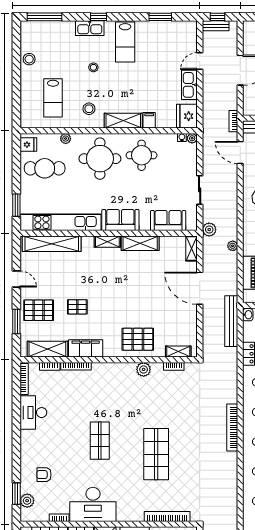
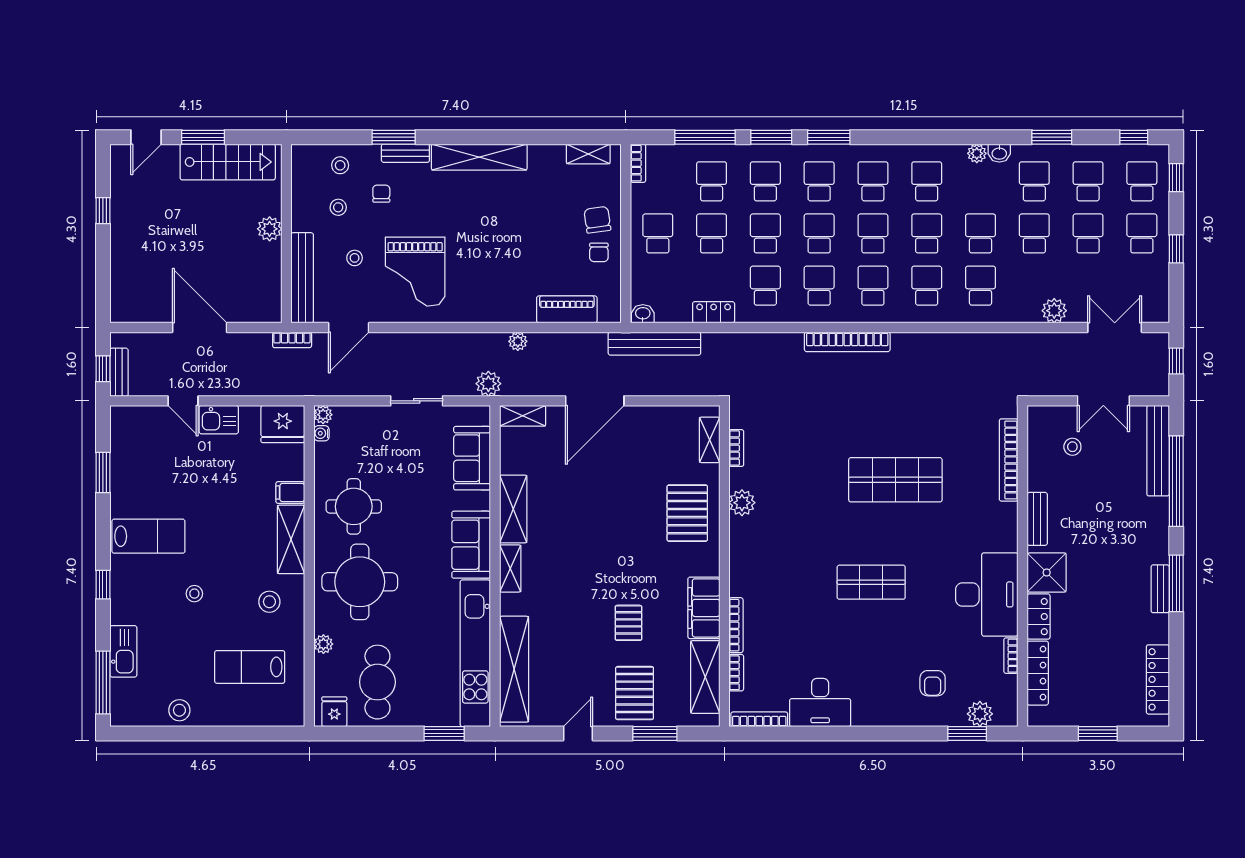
kitchen sink: (90, 28) -> (123, 651), moved
kitchen sink: (189, 85) -> (219, 420), width x0.73
lab bench: (53, 98) -> (250, 667), turned 180

